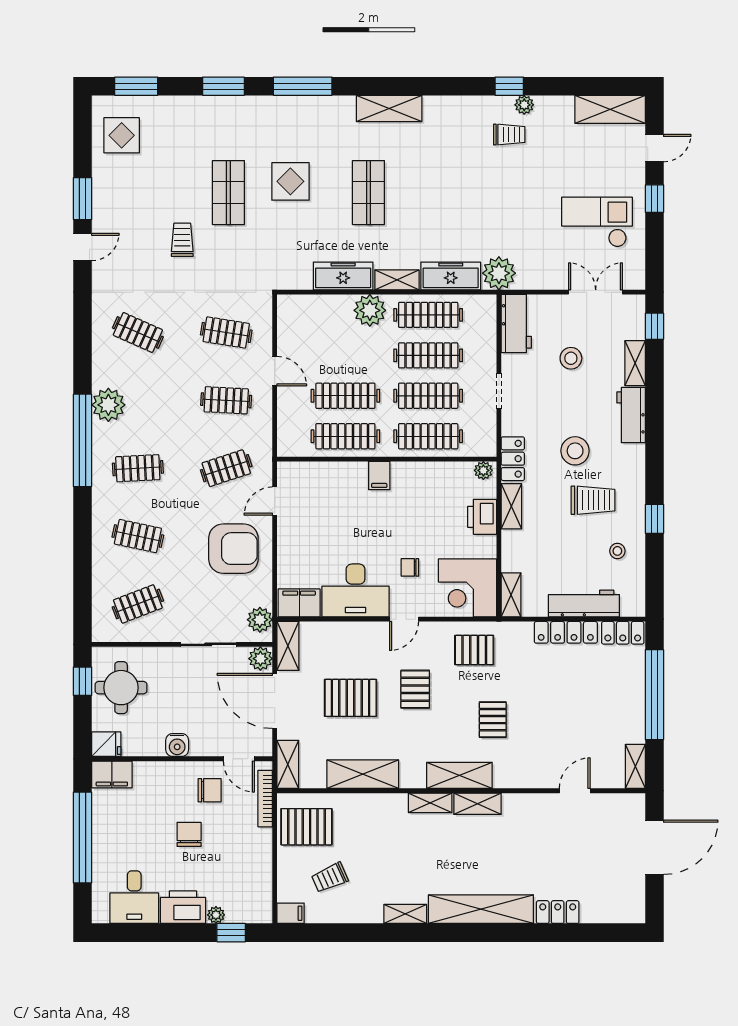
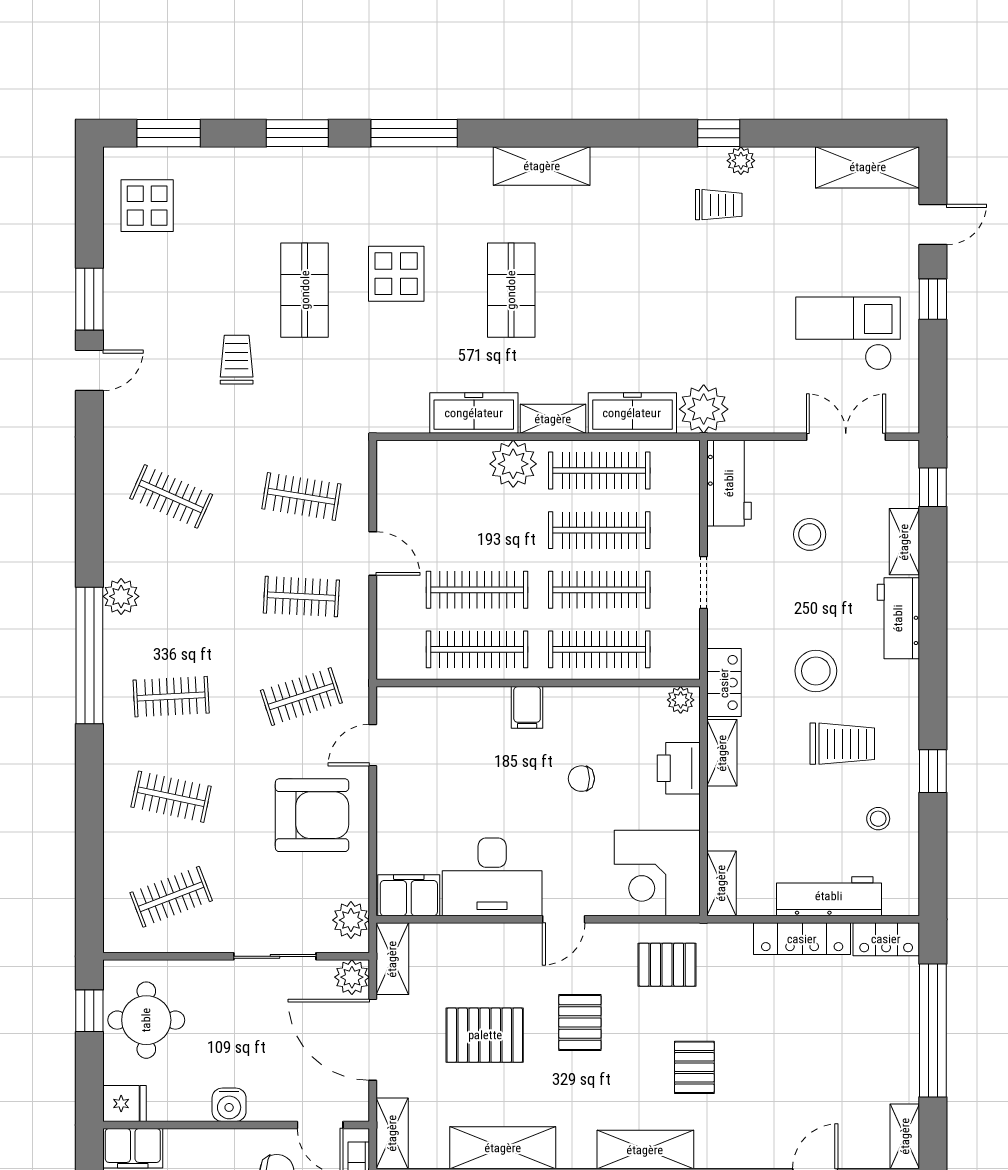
plant: (108, 405) -> (121, 596), width x0.73, depth x0.73
chair: (410, 567) -> (581, 779), moved

